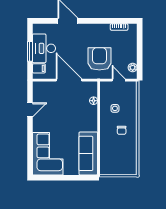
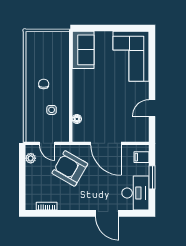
desk: (44, 48) -> (135, 193), moved
armchair: (99, 59) -> (70, 168), turned 120
sofa: (88, 153) -> (83, 50), width x0.73

